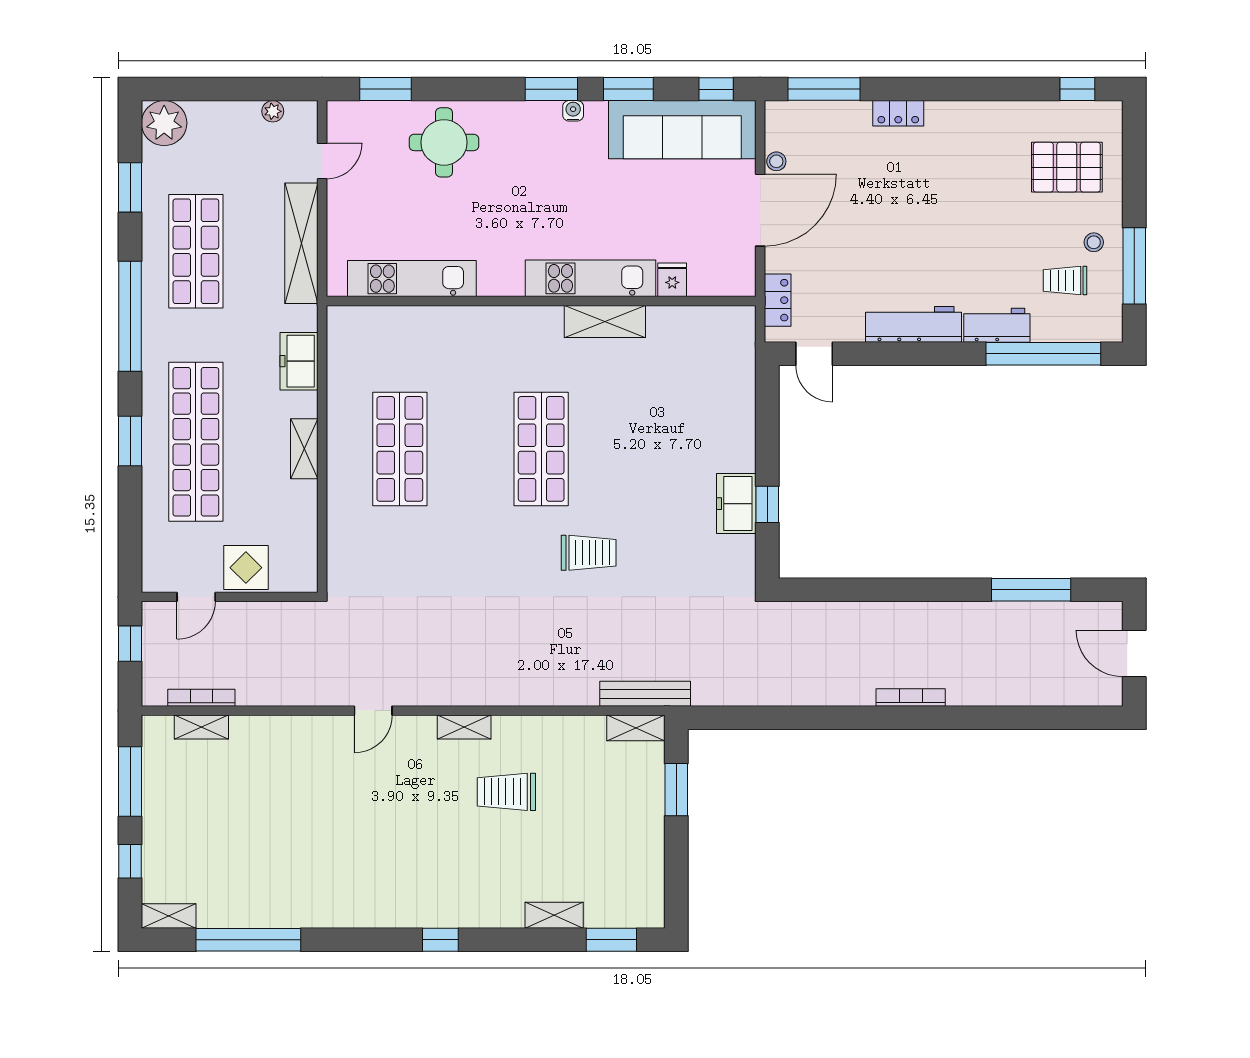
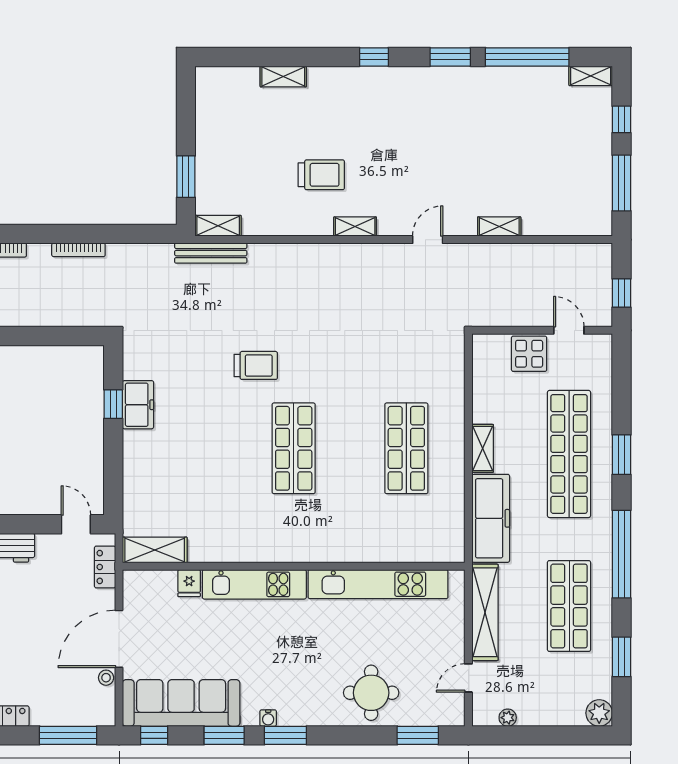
plant: (164, 123) -> (599, 713), width x0.73, depth x0.73
kitchen unit: (412, 279) -> (378, 584), width x1.36
shelving: (605, 321) -> (155, 550), moved
freezer: (299, 361) -> (491, 518), width x1.91, depth x1.26
trolley: (589, 553) -> (256, 365), turned 180
door: (196, 597) -> (569, 330), hinge flipped
bookcase: (201, 698) -> (78, 250), moved
shelving: (201, 727) -> (499, 226), moved
window: (611, 940) -> (450, 57), moved

